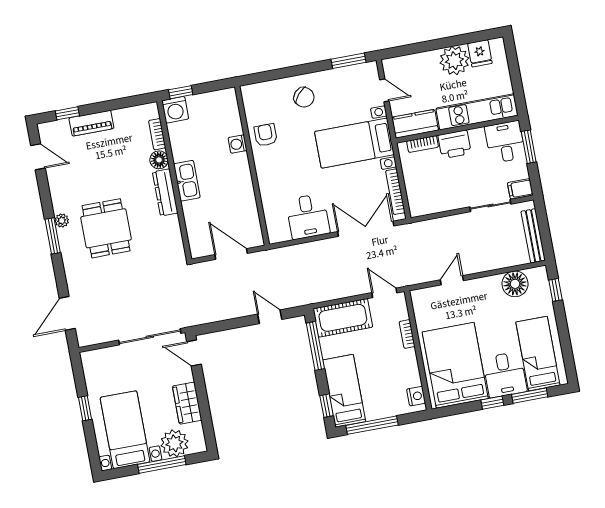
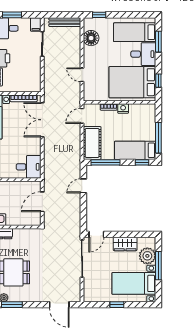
desk: (308, 216) -> (29, 167), moved
nightstand: (416, 396) -> (123, 109), moved
window: (492, 403) -> (158, 81), moved

